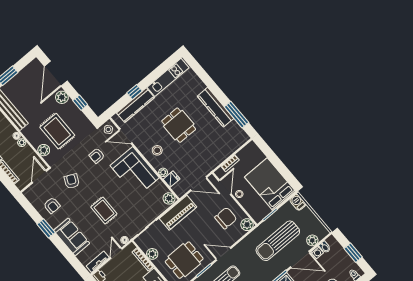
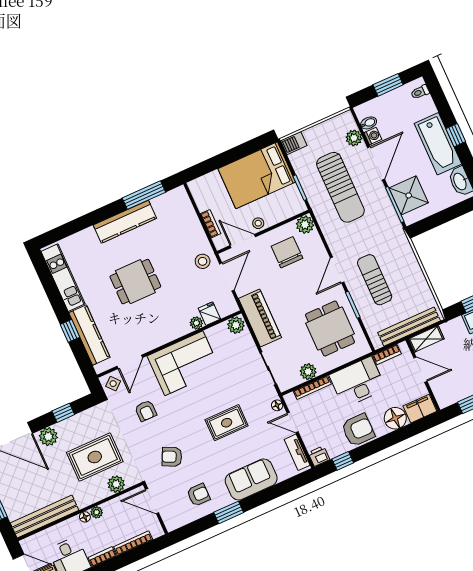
stool: (157, 150) -> (203, 261), moved

